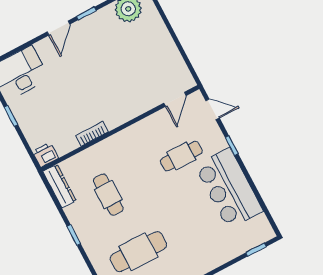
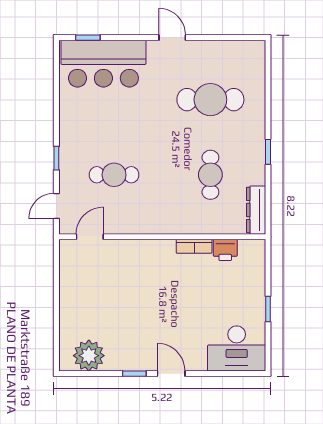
door: (59, 28) -> (171, 374), hinge flipped
door: (213, 109) -> (56, 206), hinge flipped
printer: (45, 155) -> (225, 250), moved
bar counter: (229, 188) -> (103, 64), moved, turned 90

